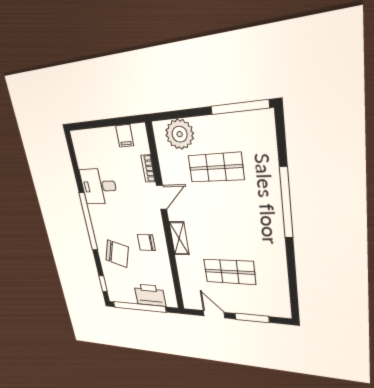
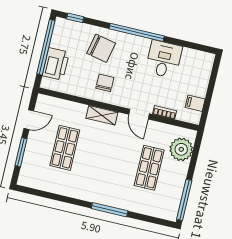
window: (286, 203) -> (110, 210), width x0.68
chair: (117, 254) -> (101, 48), turned -96

